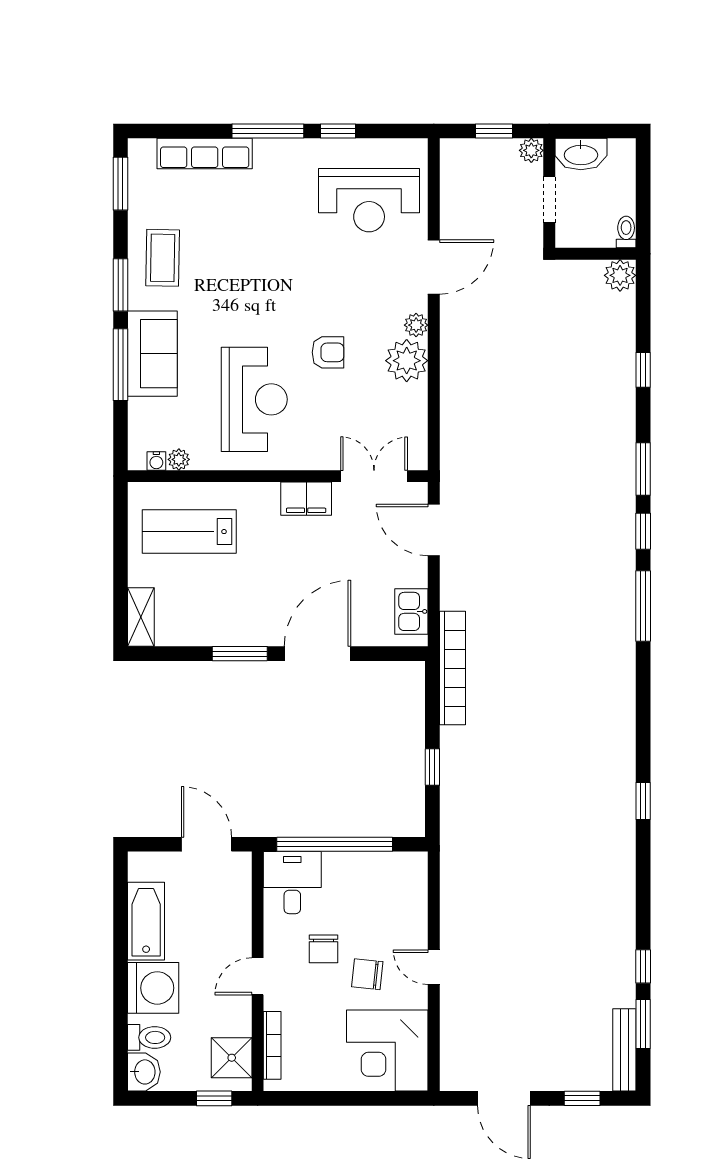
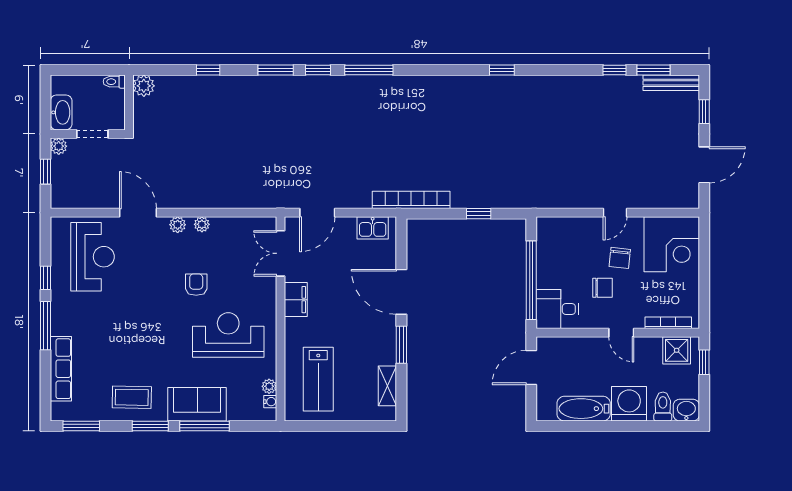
plant: (407, 361) -> (202, 224), width x0.53, depth x0.53
shelving: (141, 617) -> (387, 386), moved, turned 90

